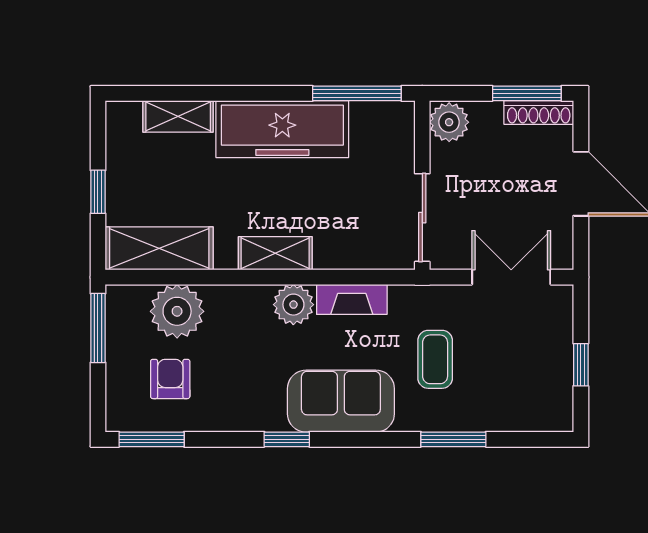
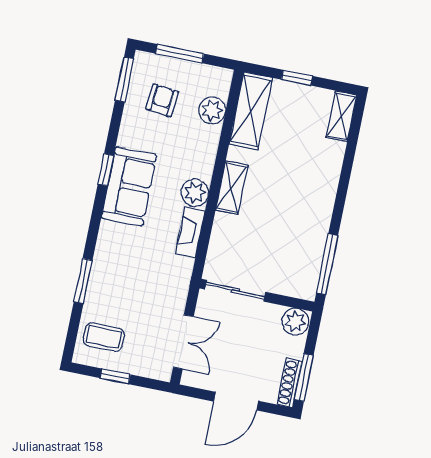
shelving: (178, 116) -> (341, 116), moved
freezer: (282, 129) -> (314, 209), removed
plant: (177, 311) -> (212, 110), width x0.73, depth x0.73
window: (98, 328) -> (180, 54), moved
coffee table: (435, 359) -> (104, 337), moved
armchair: (170, 379) -> (162, 100), turned -84
sofa: (341, 401) -> (129, 187), moved

